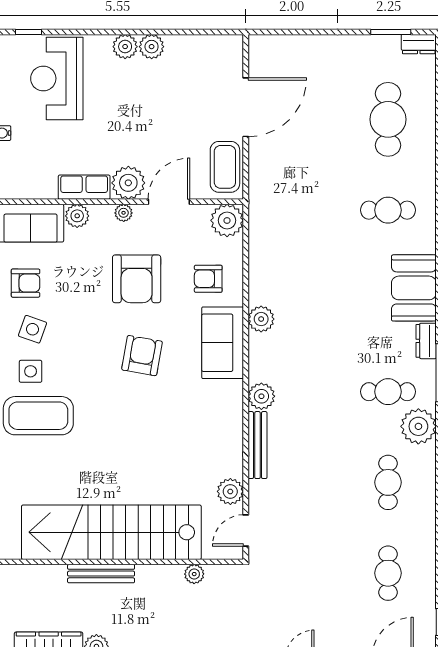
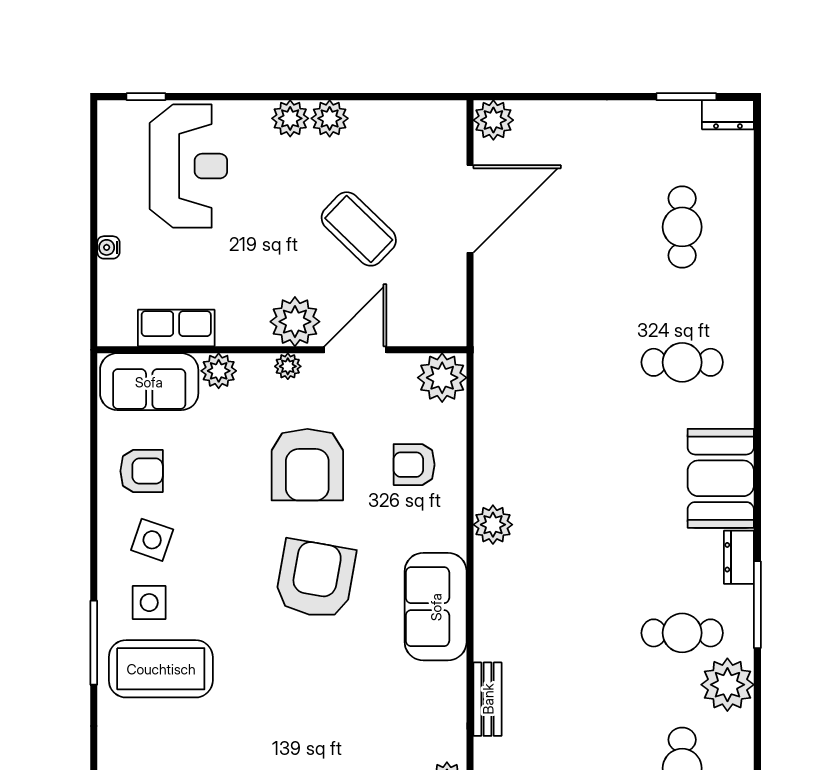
reception desk: (57, 78) -> (188, 166), turned 180
cafe table: (388, 119) -> (682, 227), width x0.73, depth x0.74
coffee table: (225, 167) -> (359, 229), moved, turned -46
row of seats: (84, 187) -> (176, 328), moved
sofa: (223, 343) -> (436, 607), moved
armchair: (142, 356) -> (315, 579), width x1.36, depth x1.36
plant: (261, 396) -> (493, 120), moved
bench: (257, 445) -> (488, 699), width x0.73

